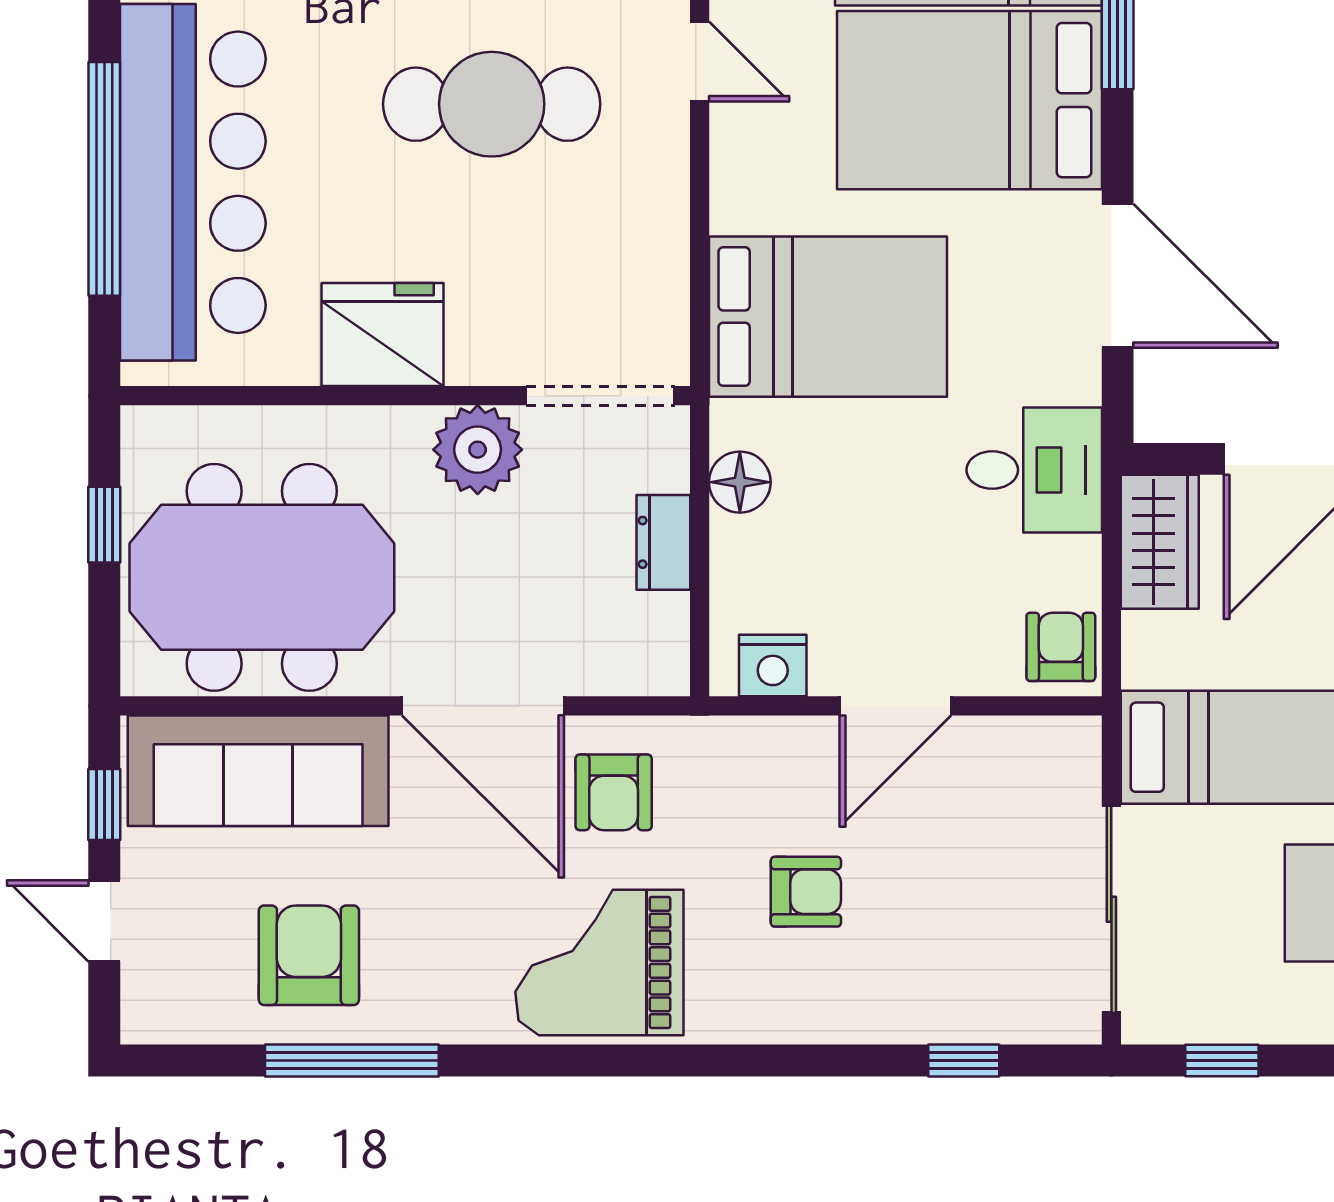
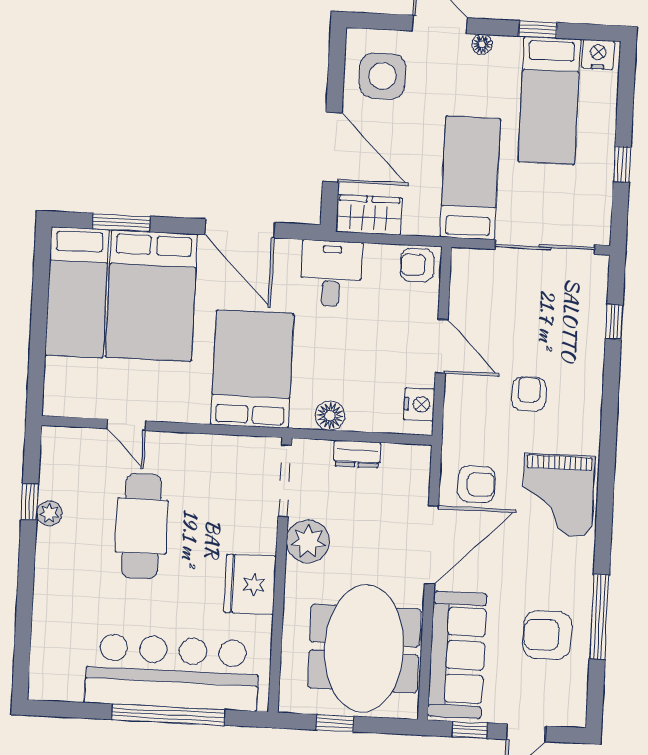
door: (700, 62) -> (126, 425), swing flipped
door: (1118, 276) -> (240, 229), swing flipped
window: (1222, 1061) -> (622, 164), moved

